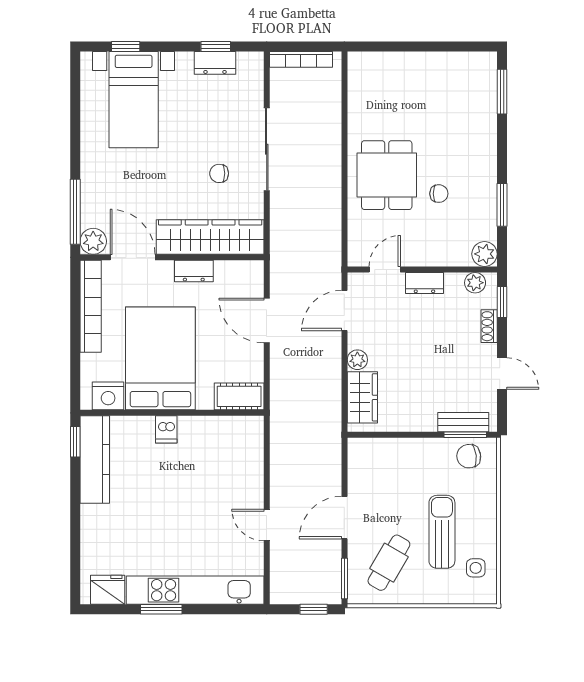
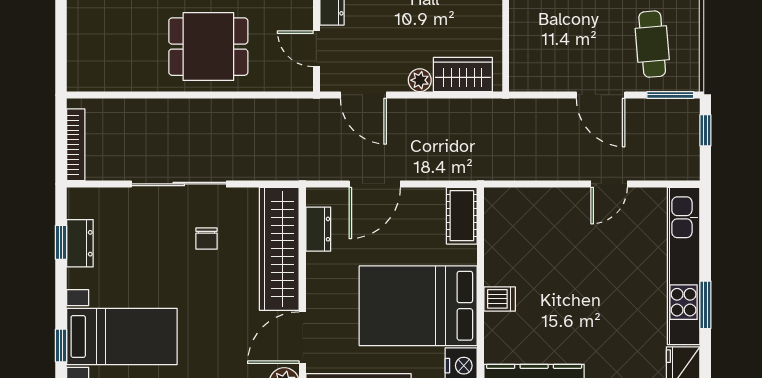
dresser: (194, 271) -> (318, 229), moved
cafe table: (389, 563) -> (652, 44), turned 55

